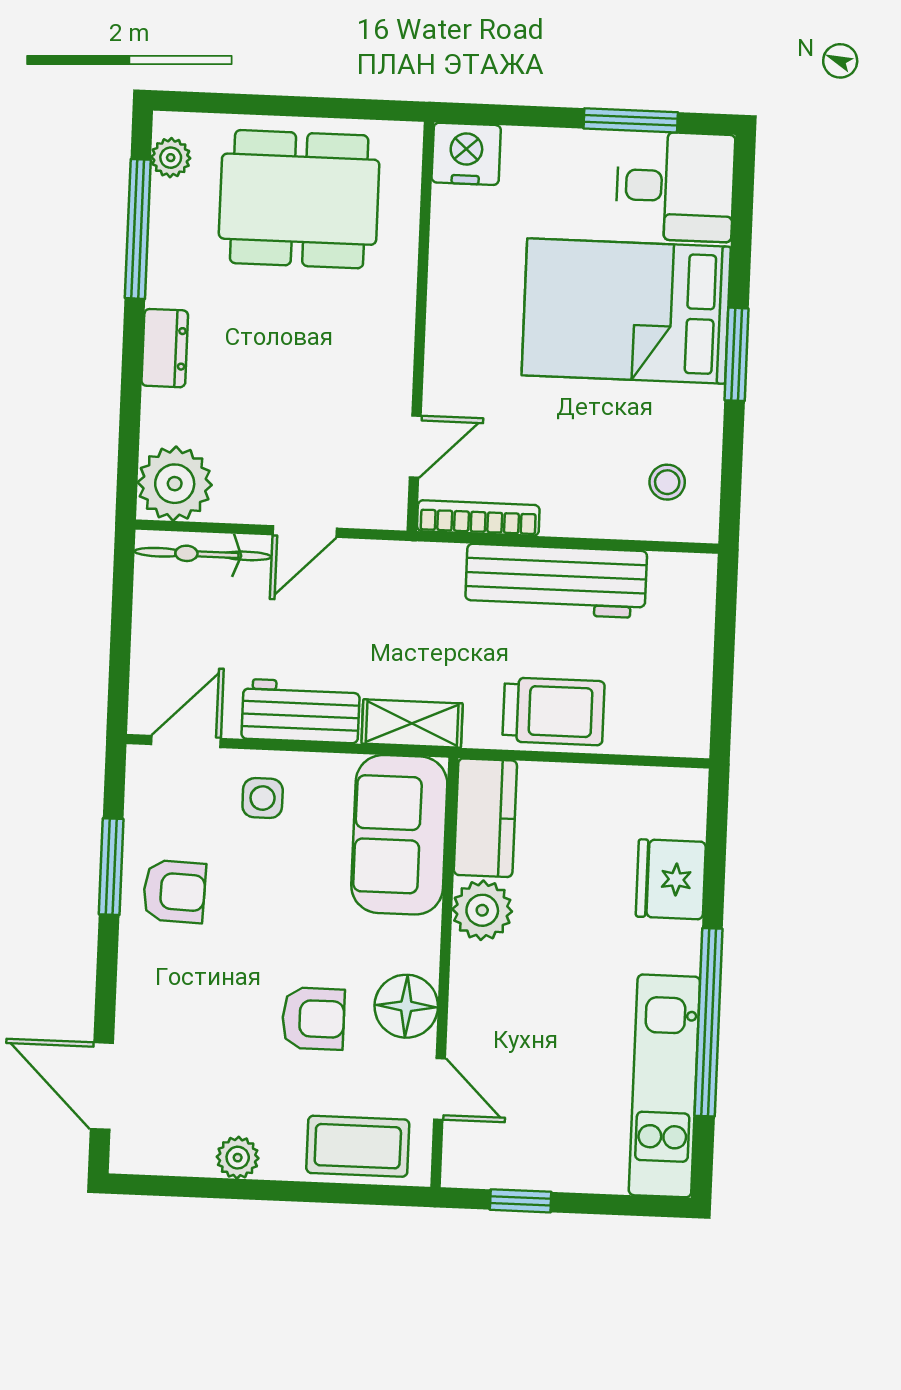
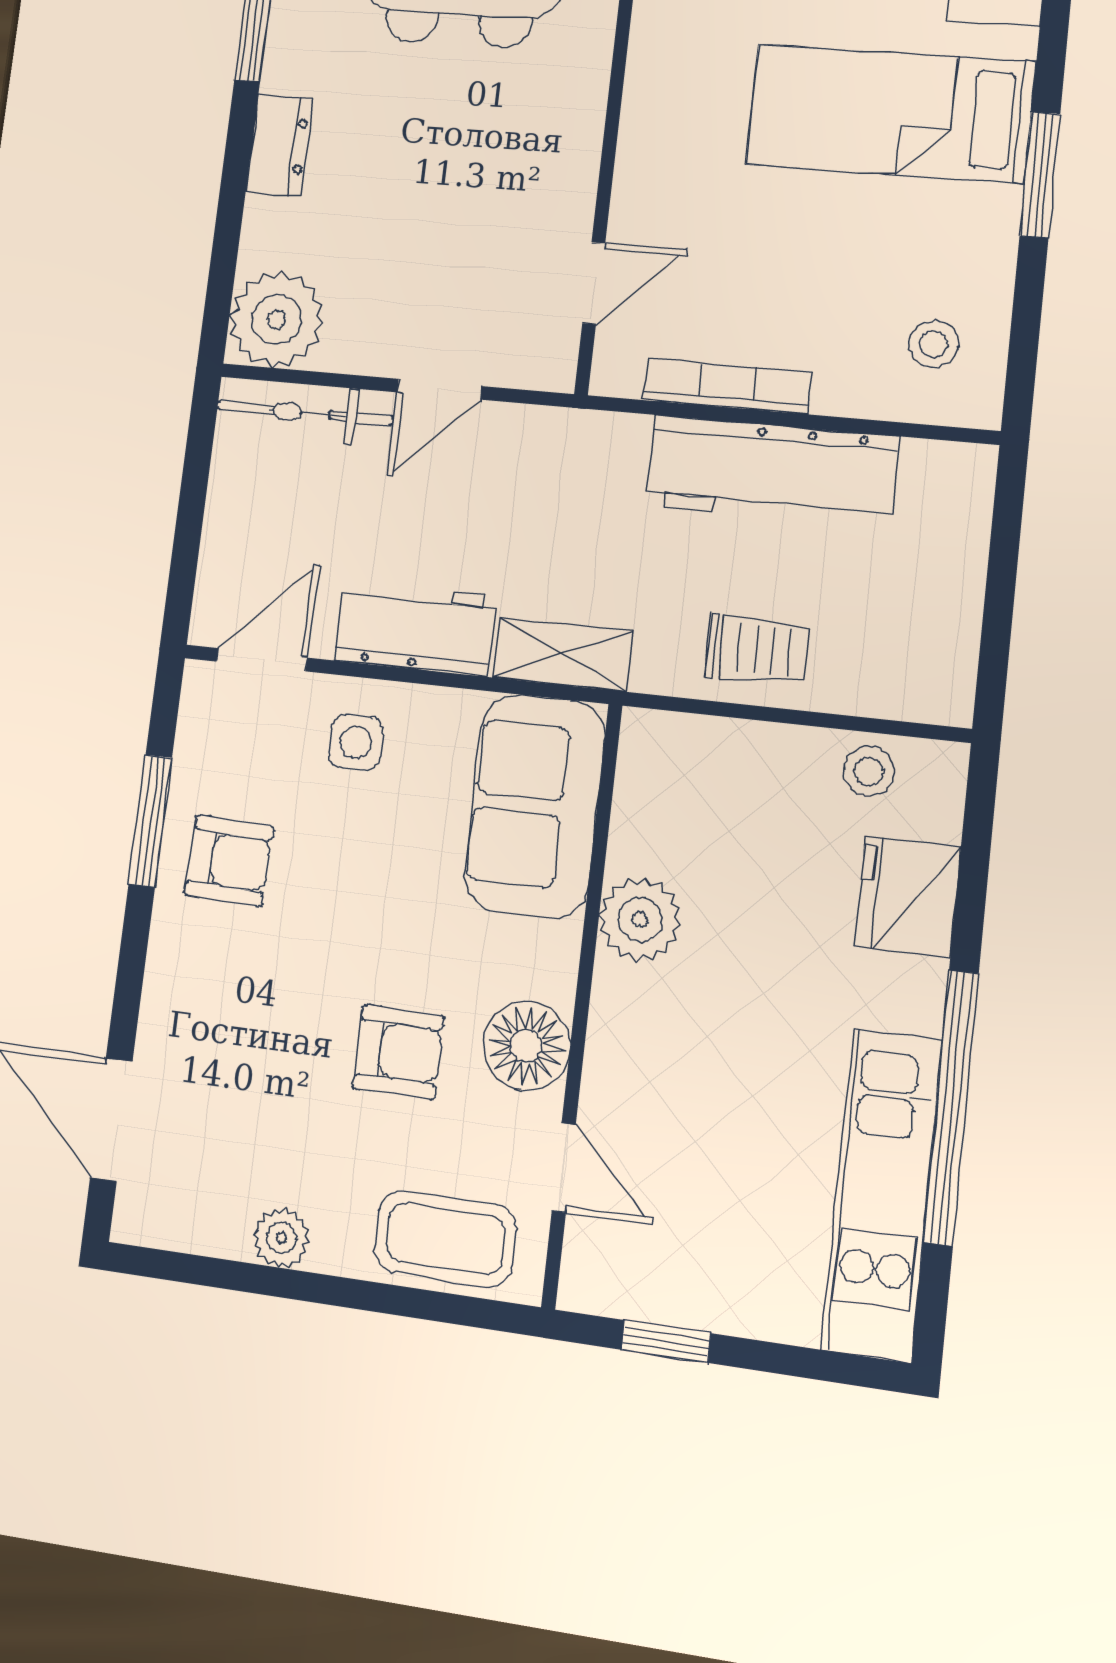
bed: (626, 311) -> (890, 113), width x0.67
bookcase: (478, 518) -> (727, 386), moved
trolley: (554, 711) -> (757, 649), width x0.73, depth x0.72
stool: (638, 793) -> (869, 771), added
kitchen counter: (485, 818) -> (653, 791), removed

